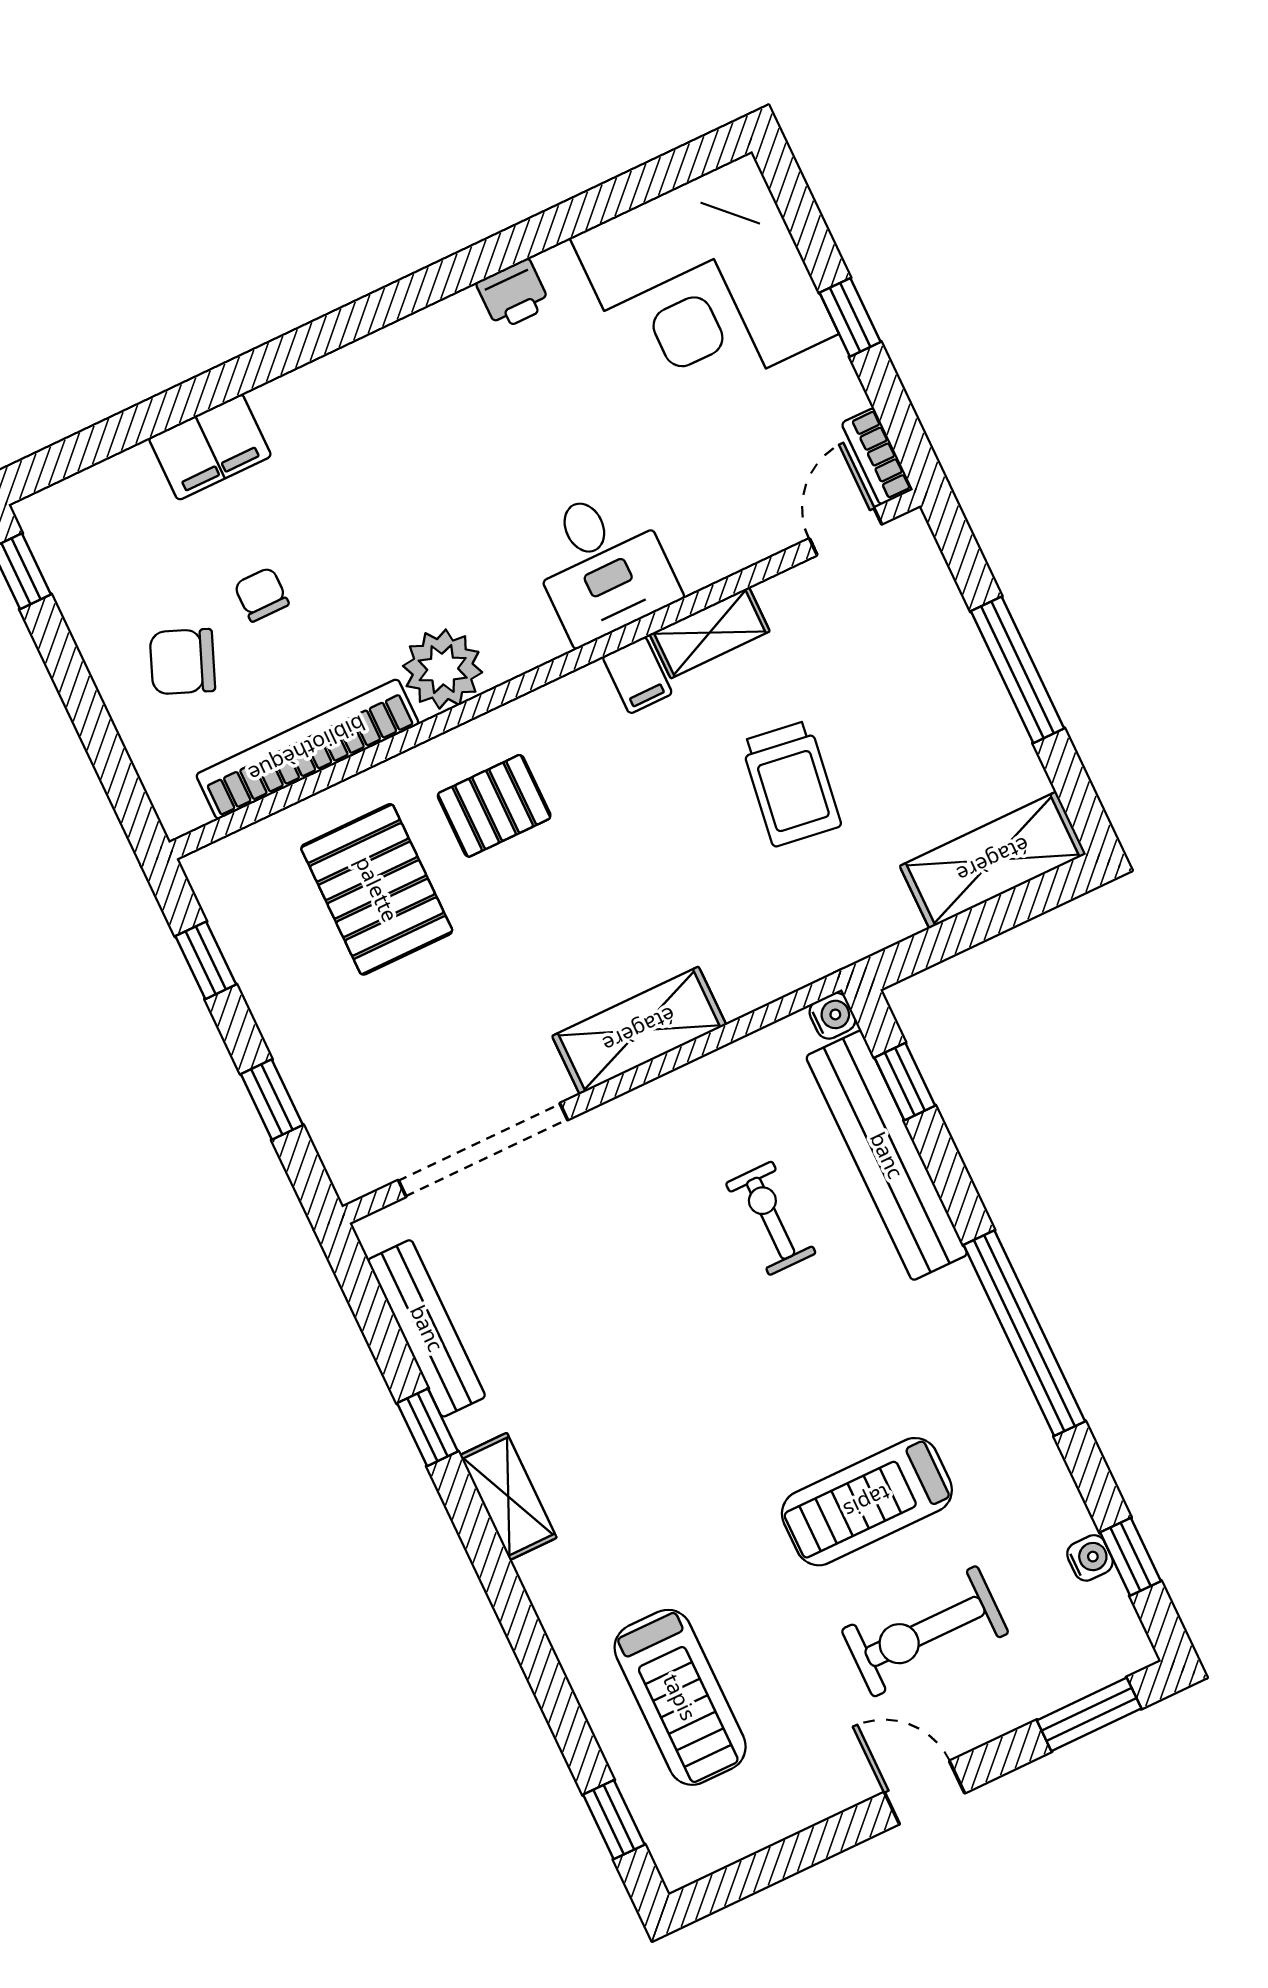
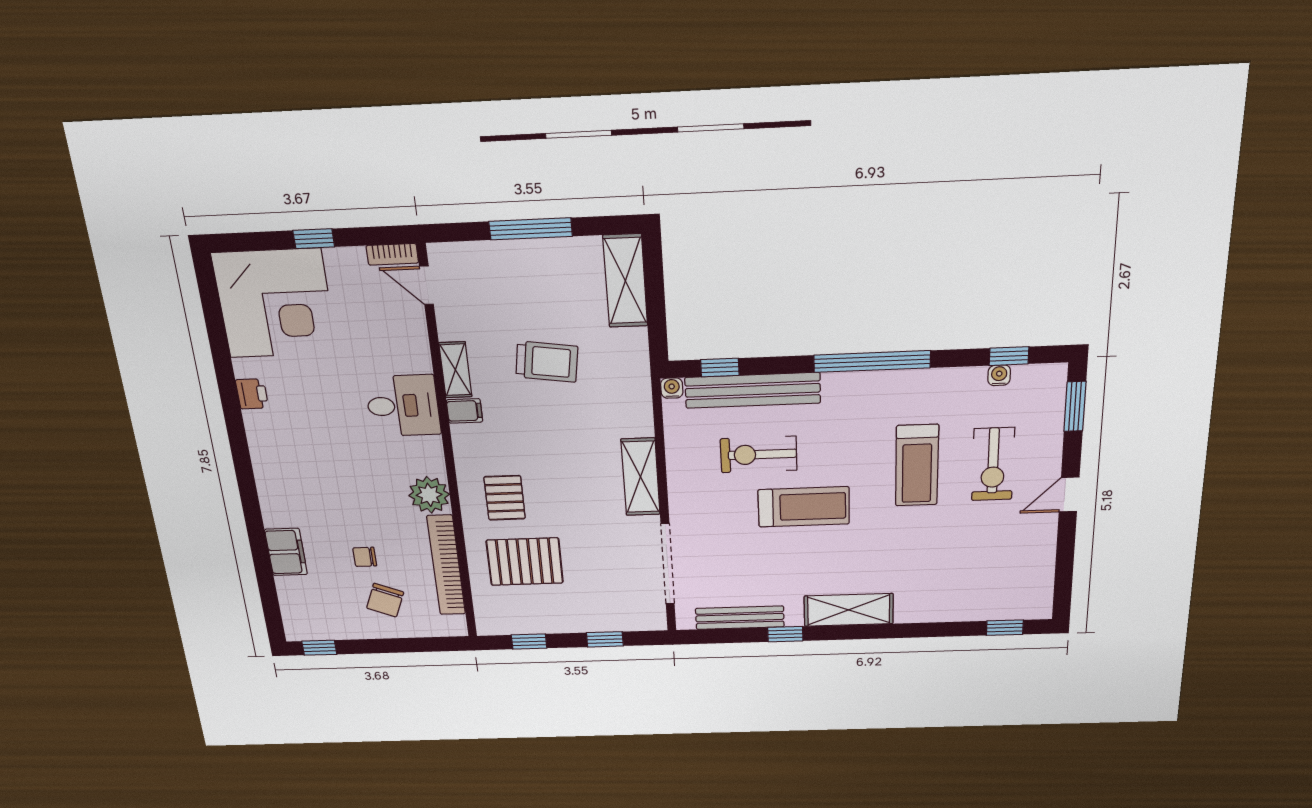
exercise bike: (771, 1218) -> (759, 454), width x1.38, depth x1.39
shelving: (508, 1496) -> (849, 610), width x1.50, depth x1.33
treadmill: (680, 1697) -> (804, 507), moved

